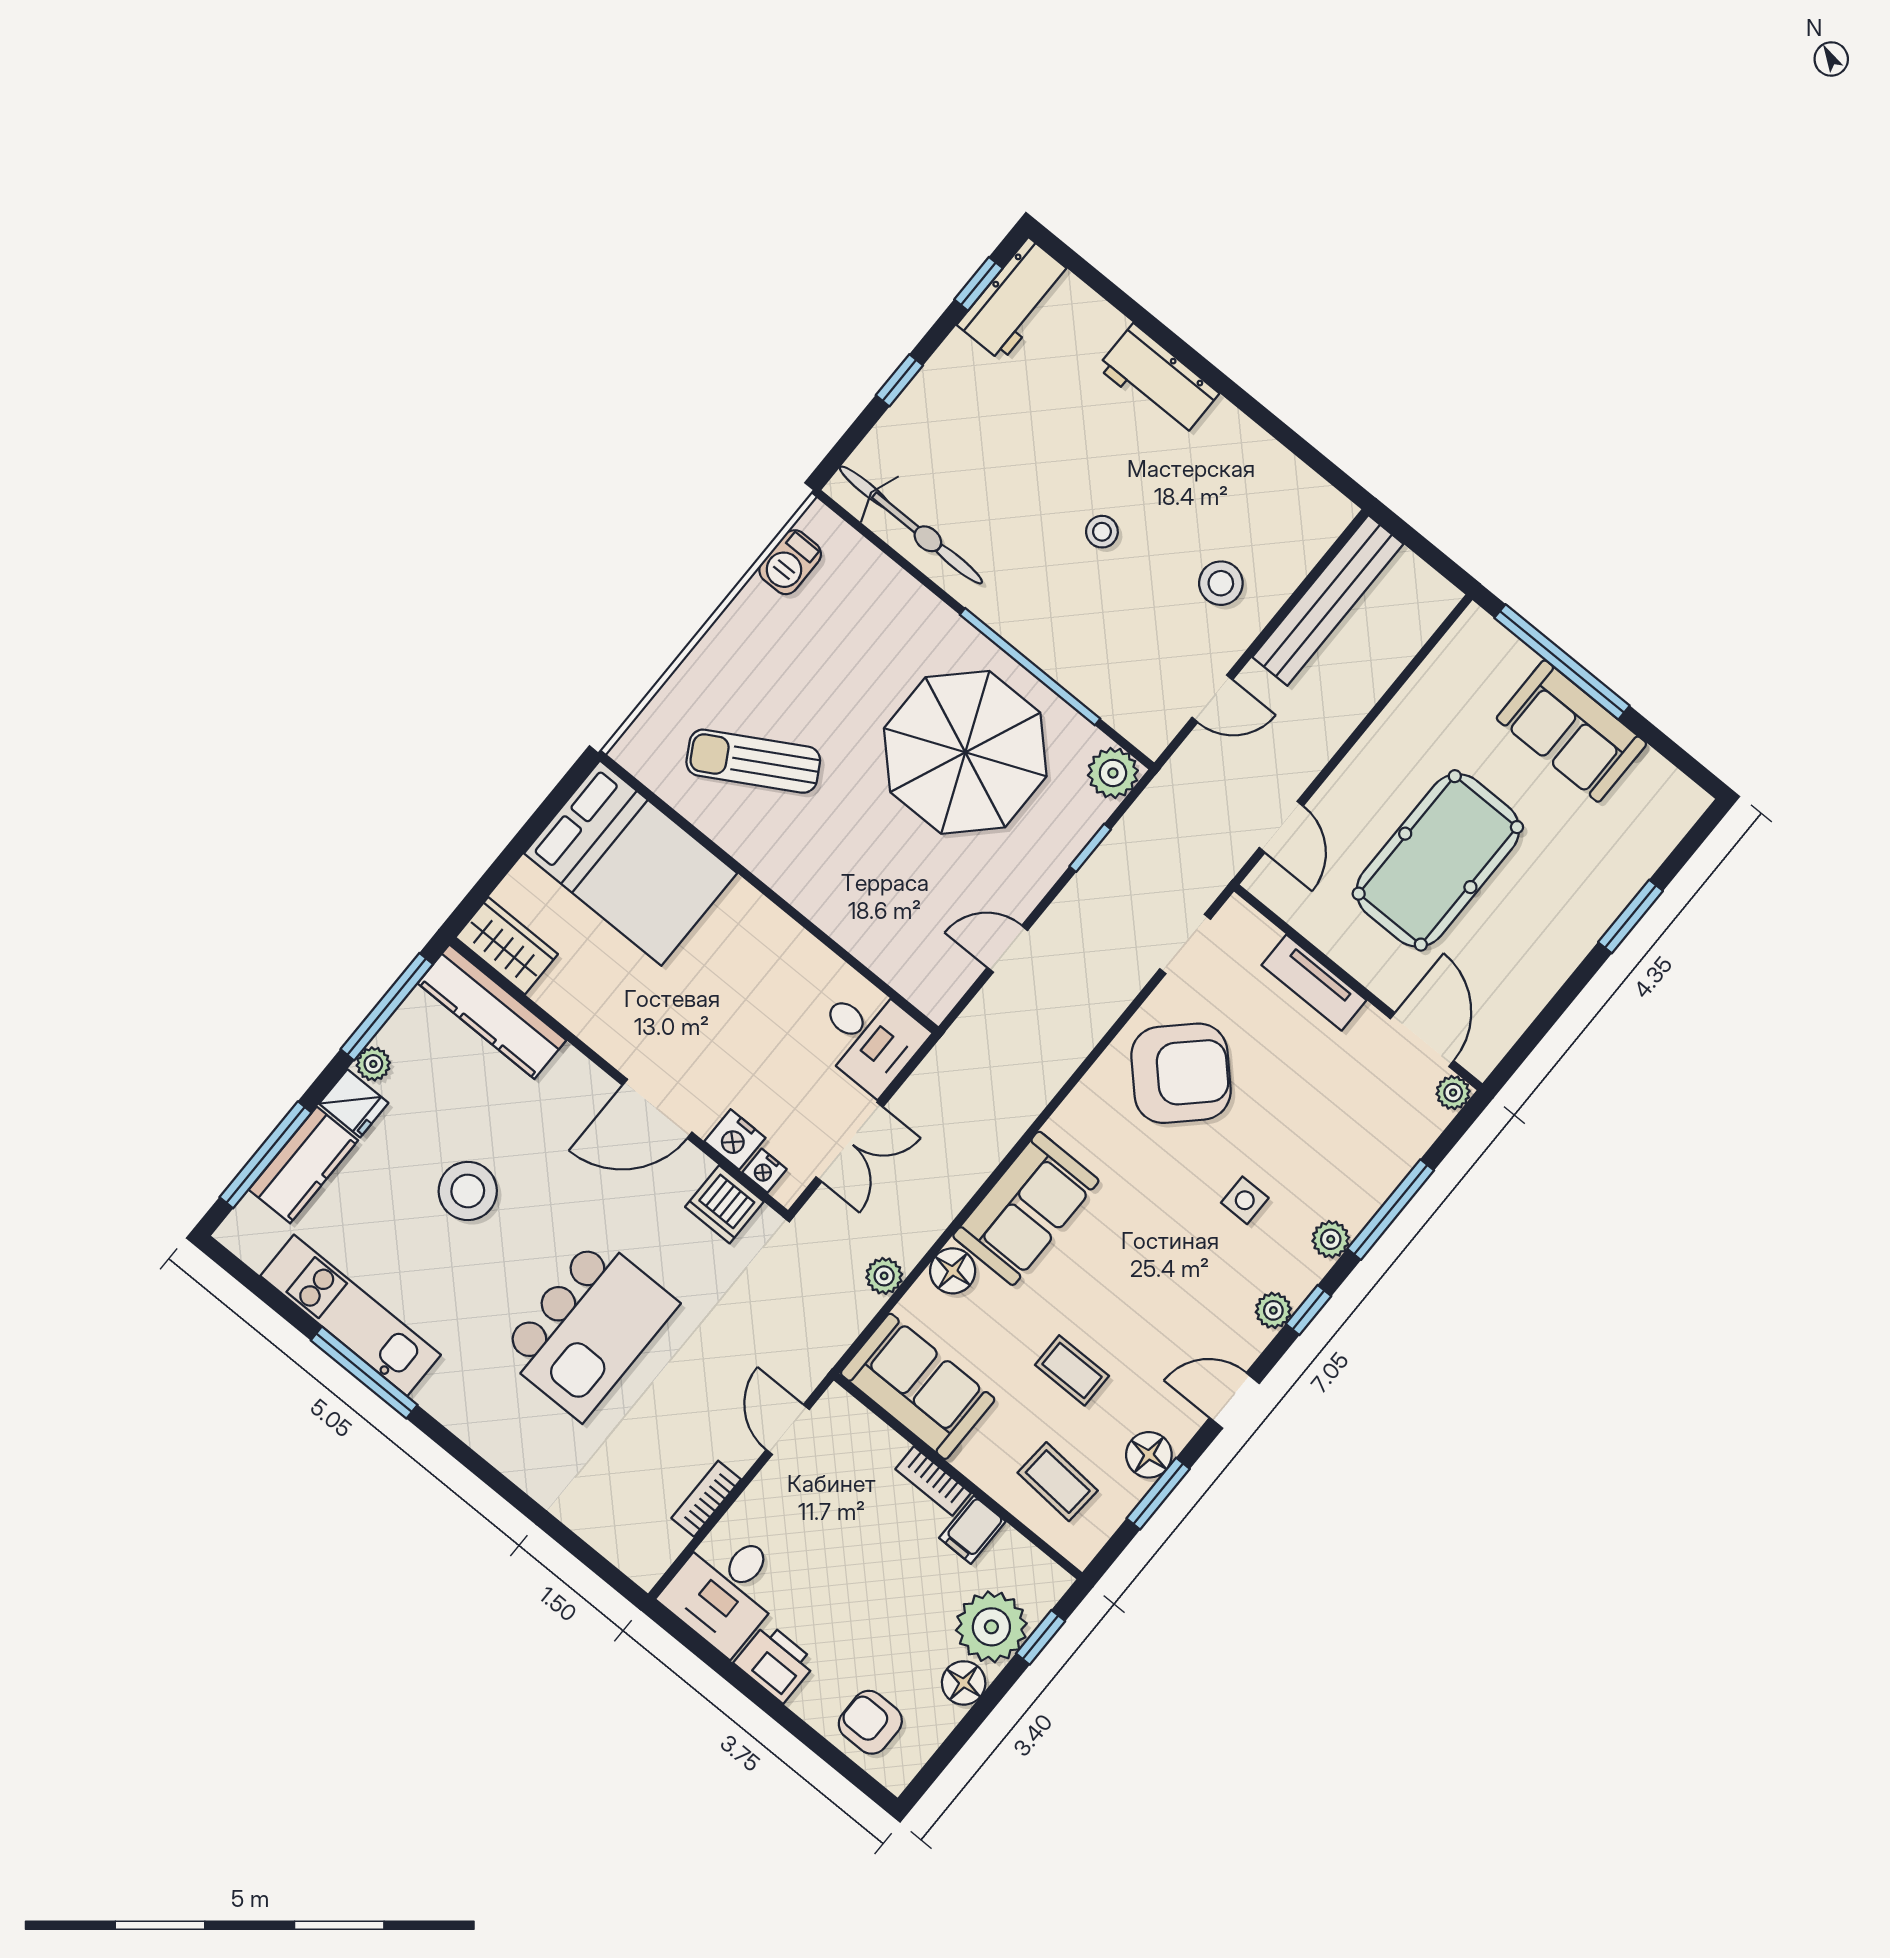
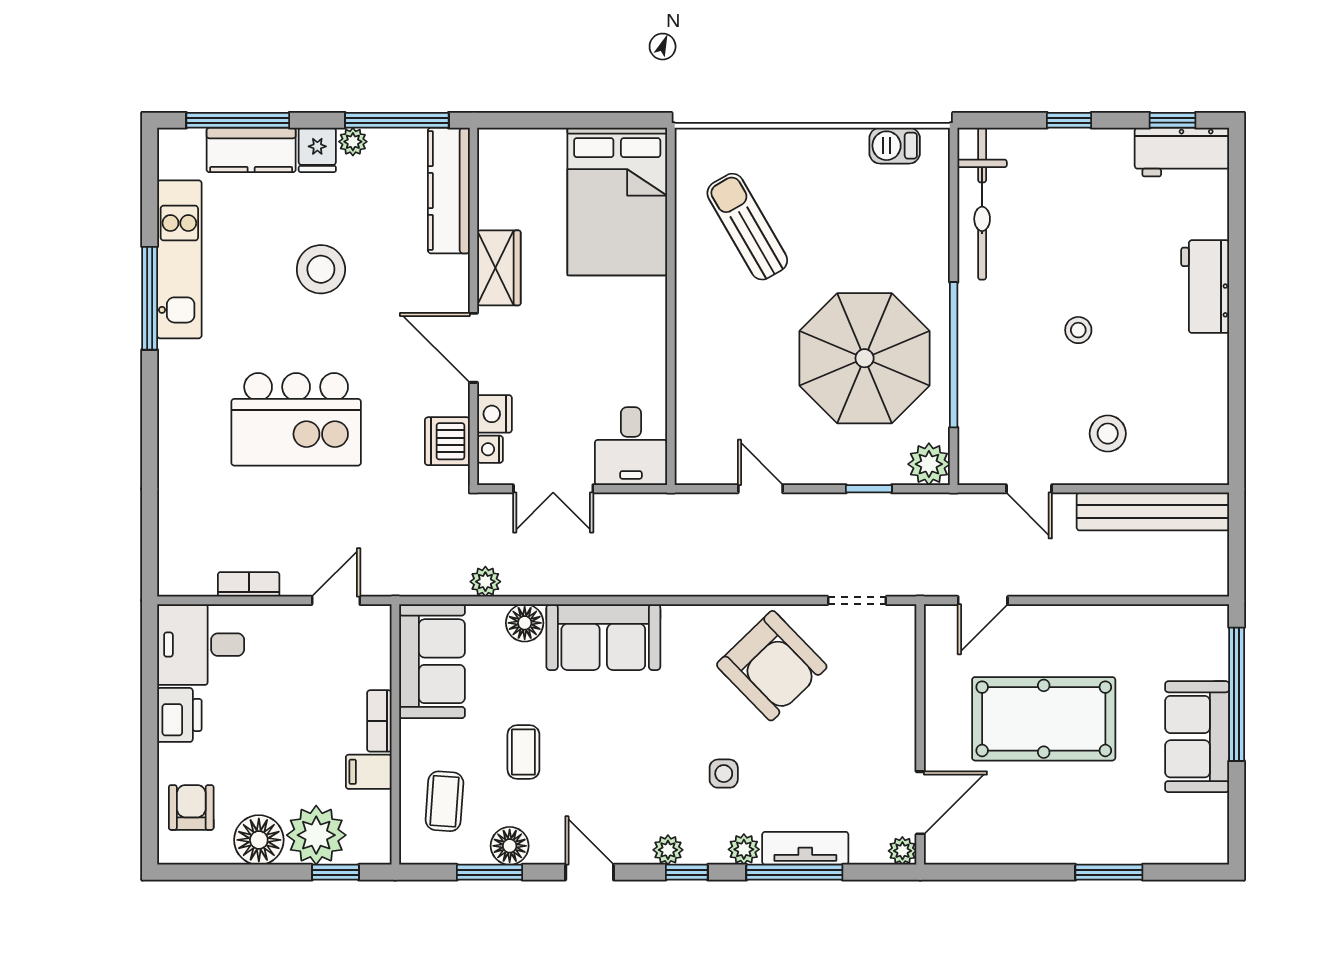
wardrobe: (507, 946) -> (499, 268), moved
tv unit: (1314, 983) -> (805, 848), moved, turned 90
floor lamp: (964, 1683) -> (259, 840), width x1.38, depth x1.38

